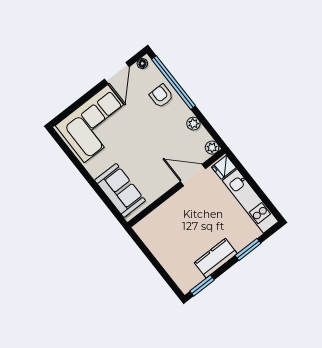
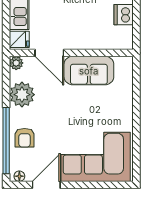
plant: (193, 124) -> (22, 95), width x1.88, depth x1.88
sofa: (120, 190) -> (89, 71), moved, turned -90
dishwasher: (159, 248) -> (124, 15), added

